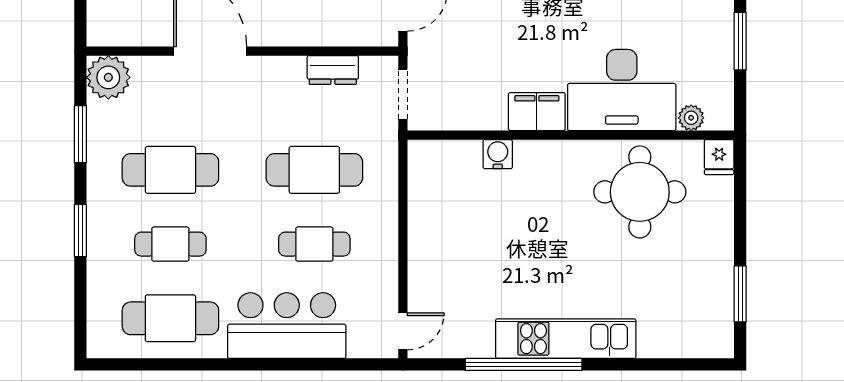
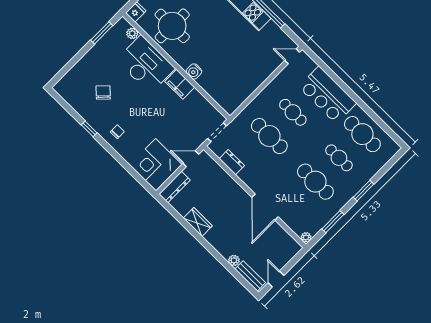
window: (740, 41) -> (102, 33), moved
plant: (108, 77) -> (306, 237), width x0.53, depth x0.53
water cooler: (498, 154) -> (194, 71), moved

